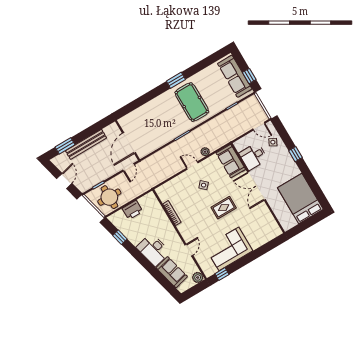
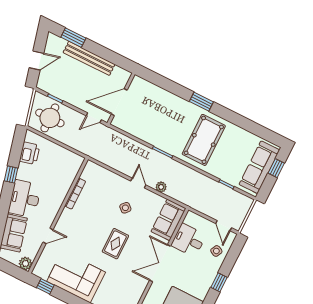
window: (249, 76) -> (276, 168), moved
window: (176, 80) -> (201, 102), moved
rug: (224, 208) -> (115, 244), turned 90
printer: (133, 210) -> (30, 153), moved, turned -104
window: (120, 237) -> (11, 175), moved

